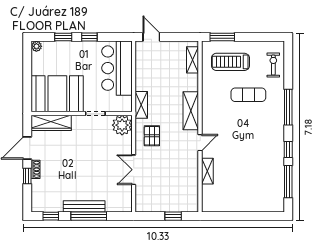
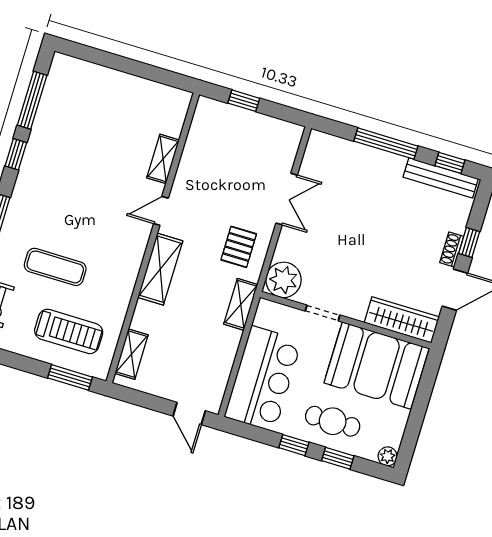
cafe table: (72, 56) -> (333, 421), added
bench: (84, 206) -> (441, 178), moved

